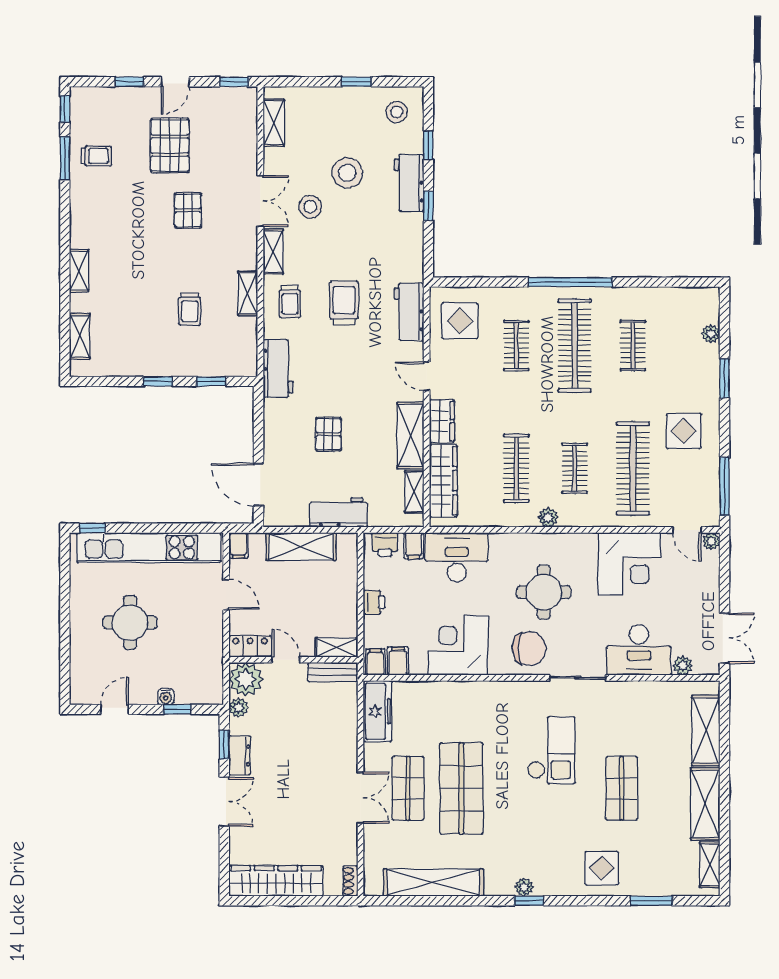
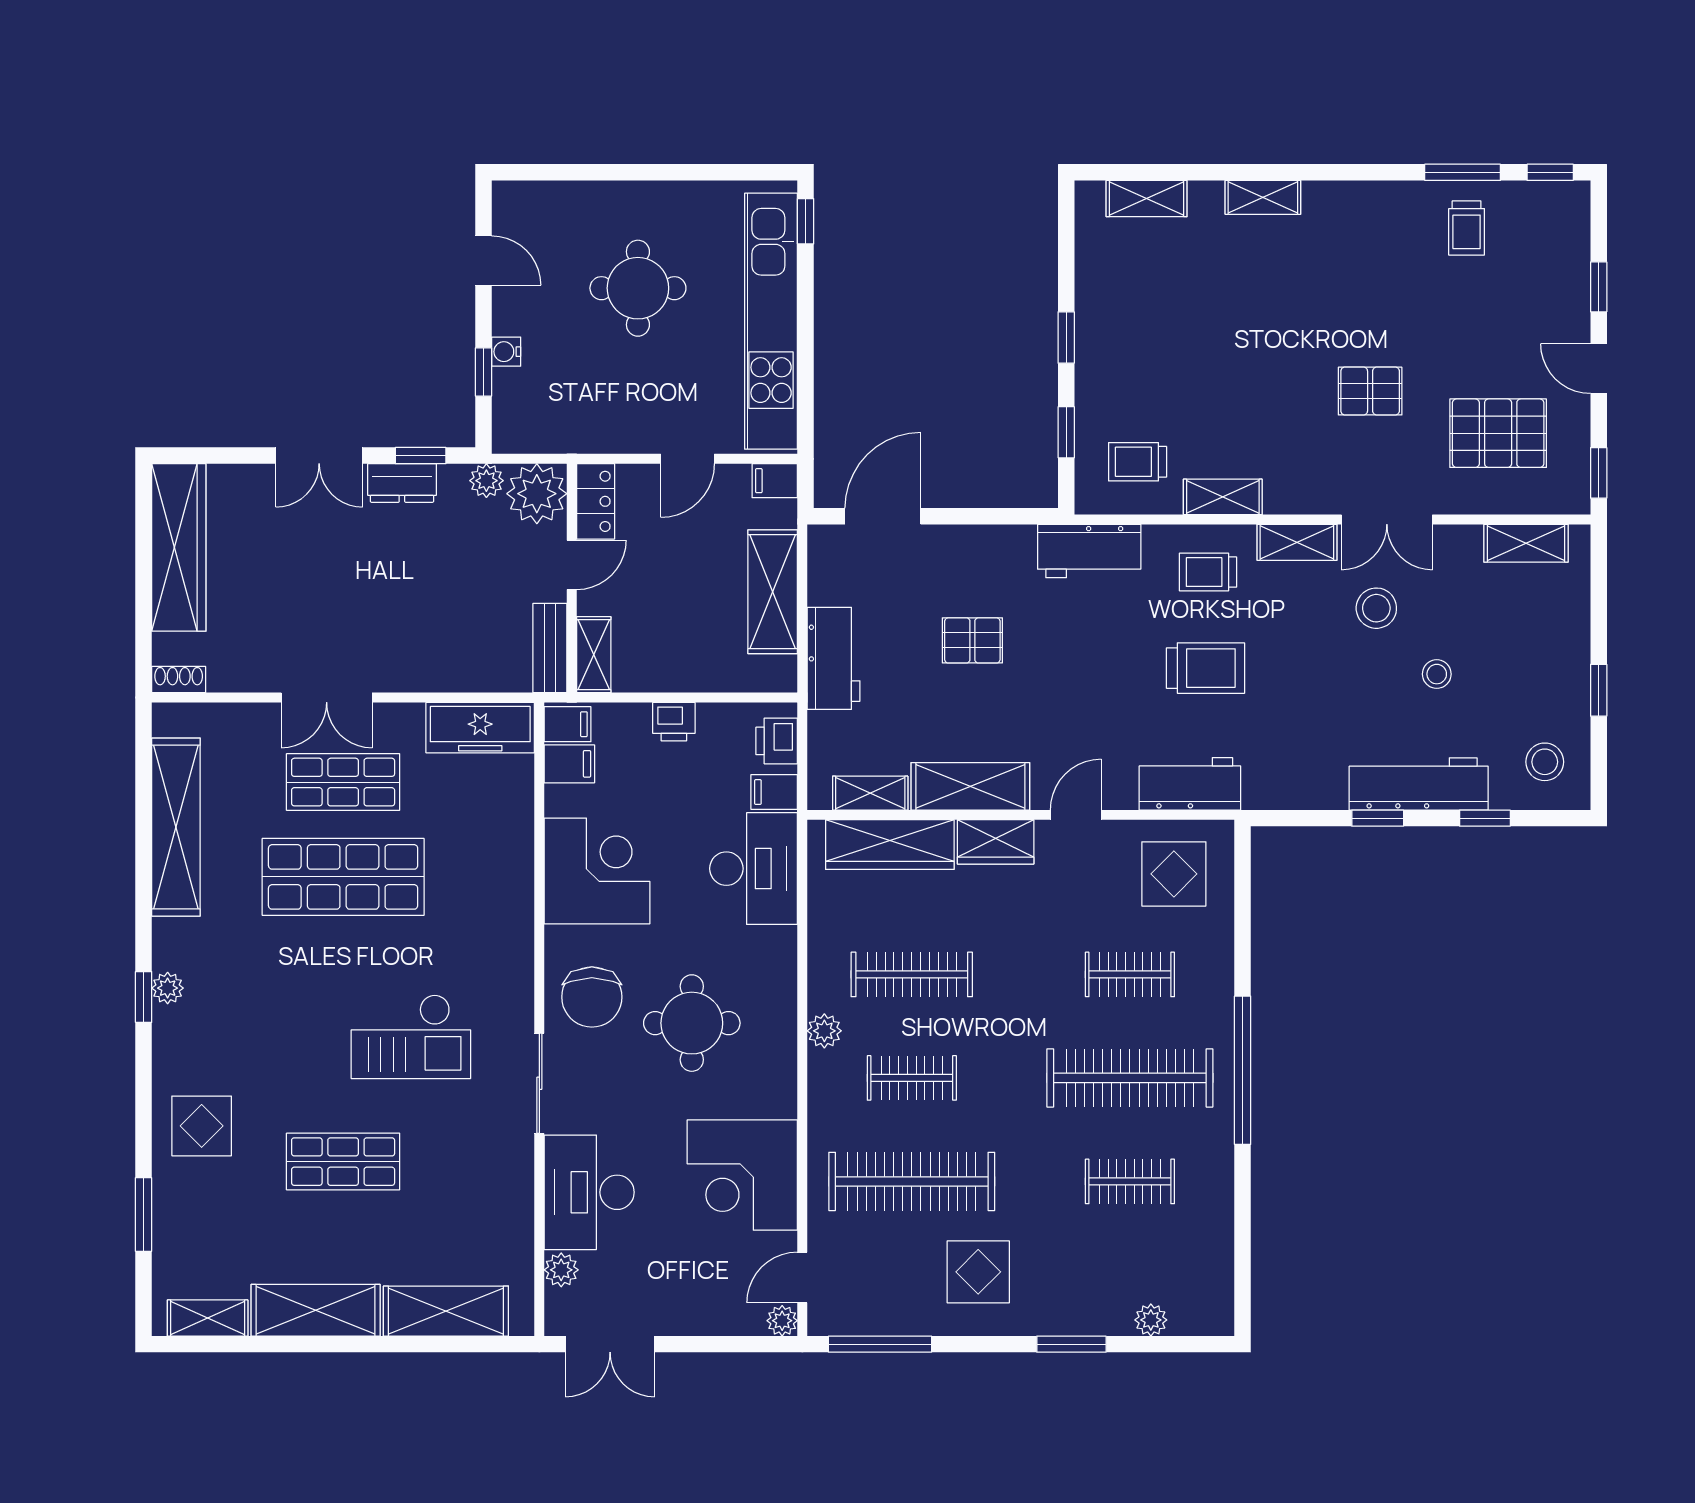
pallet: (170, 146) -> (1498, 433), moved
stool: (347, 173) -> (1437, 674), width x0.53, depth x0.53
workbench: (409, 183) -> (1419, 784), width x1.38
trolley: (190, 309) -> (1138, 462), moved

